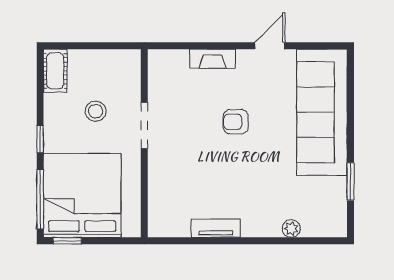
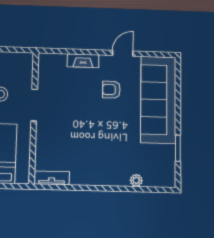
armchair: (236, 122) -> (111, 90), moved
tv unit: (216, 228) -> (52, 178), moved

